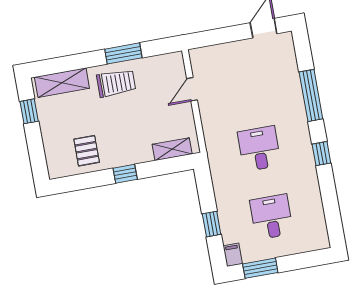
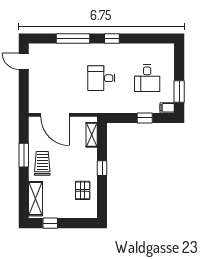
door: (192, 89) -> (55, 115), width x1.87
pallet: (87, 151) -> (83, 190), turned 90
desk: (272, 217) -> (147, 78), turned -90

